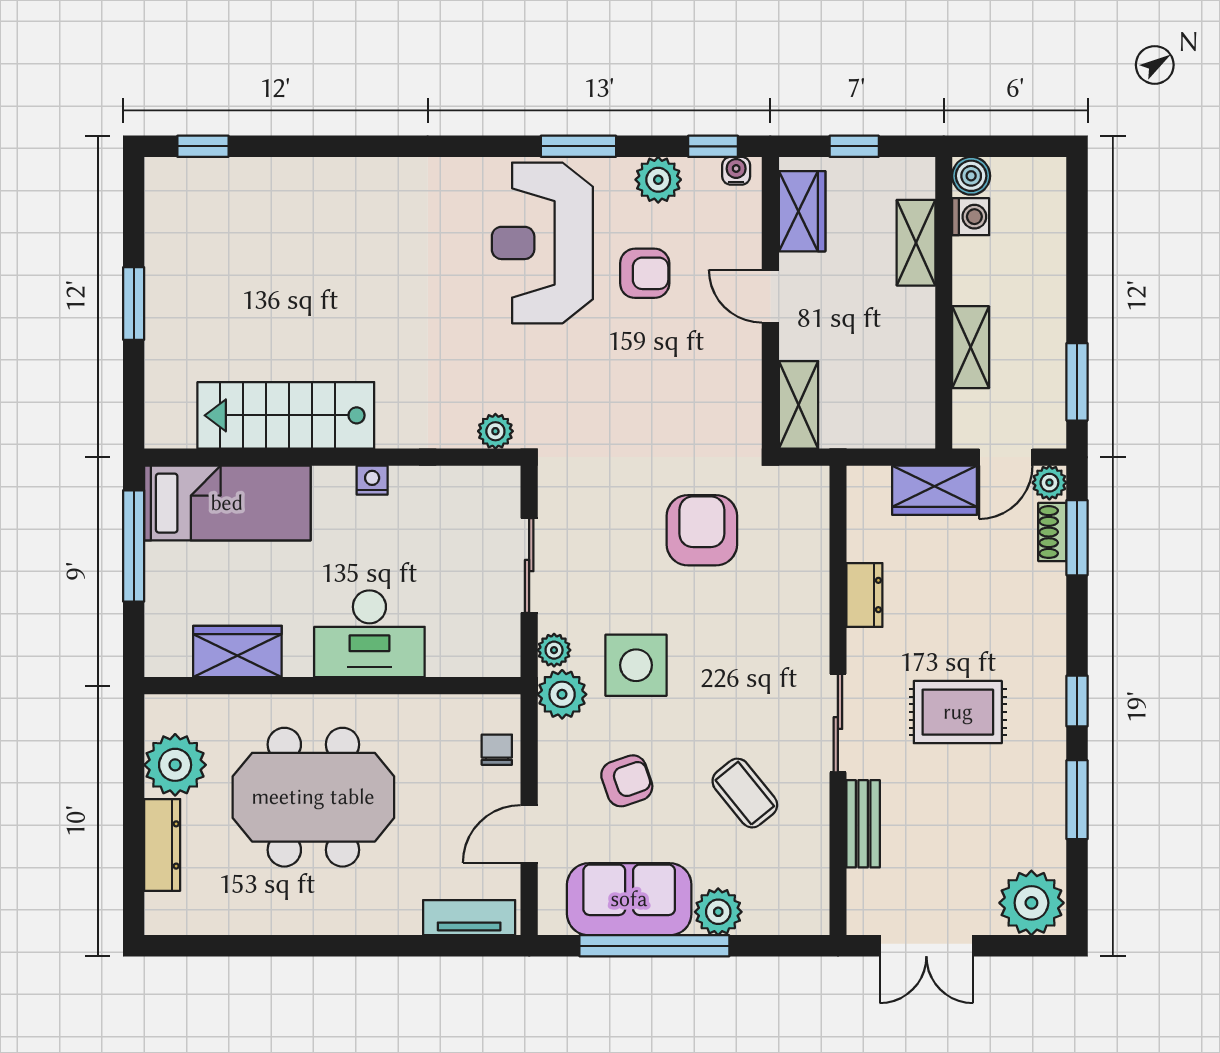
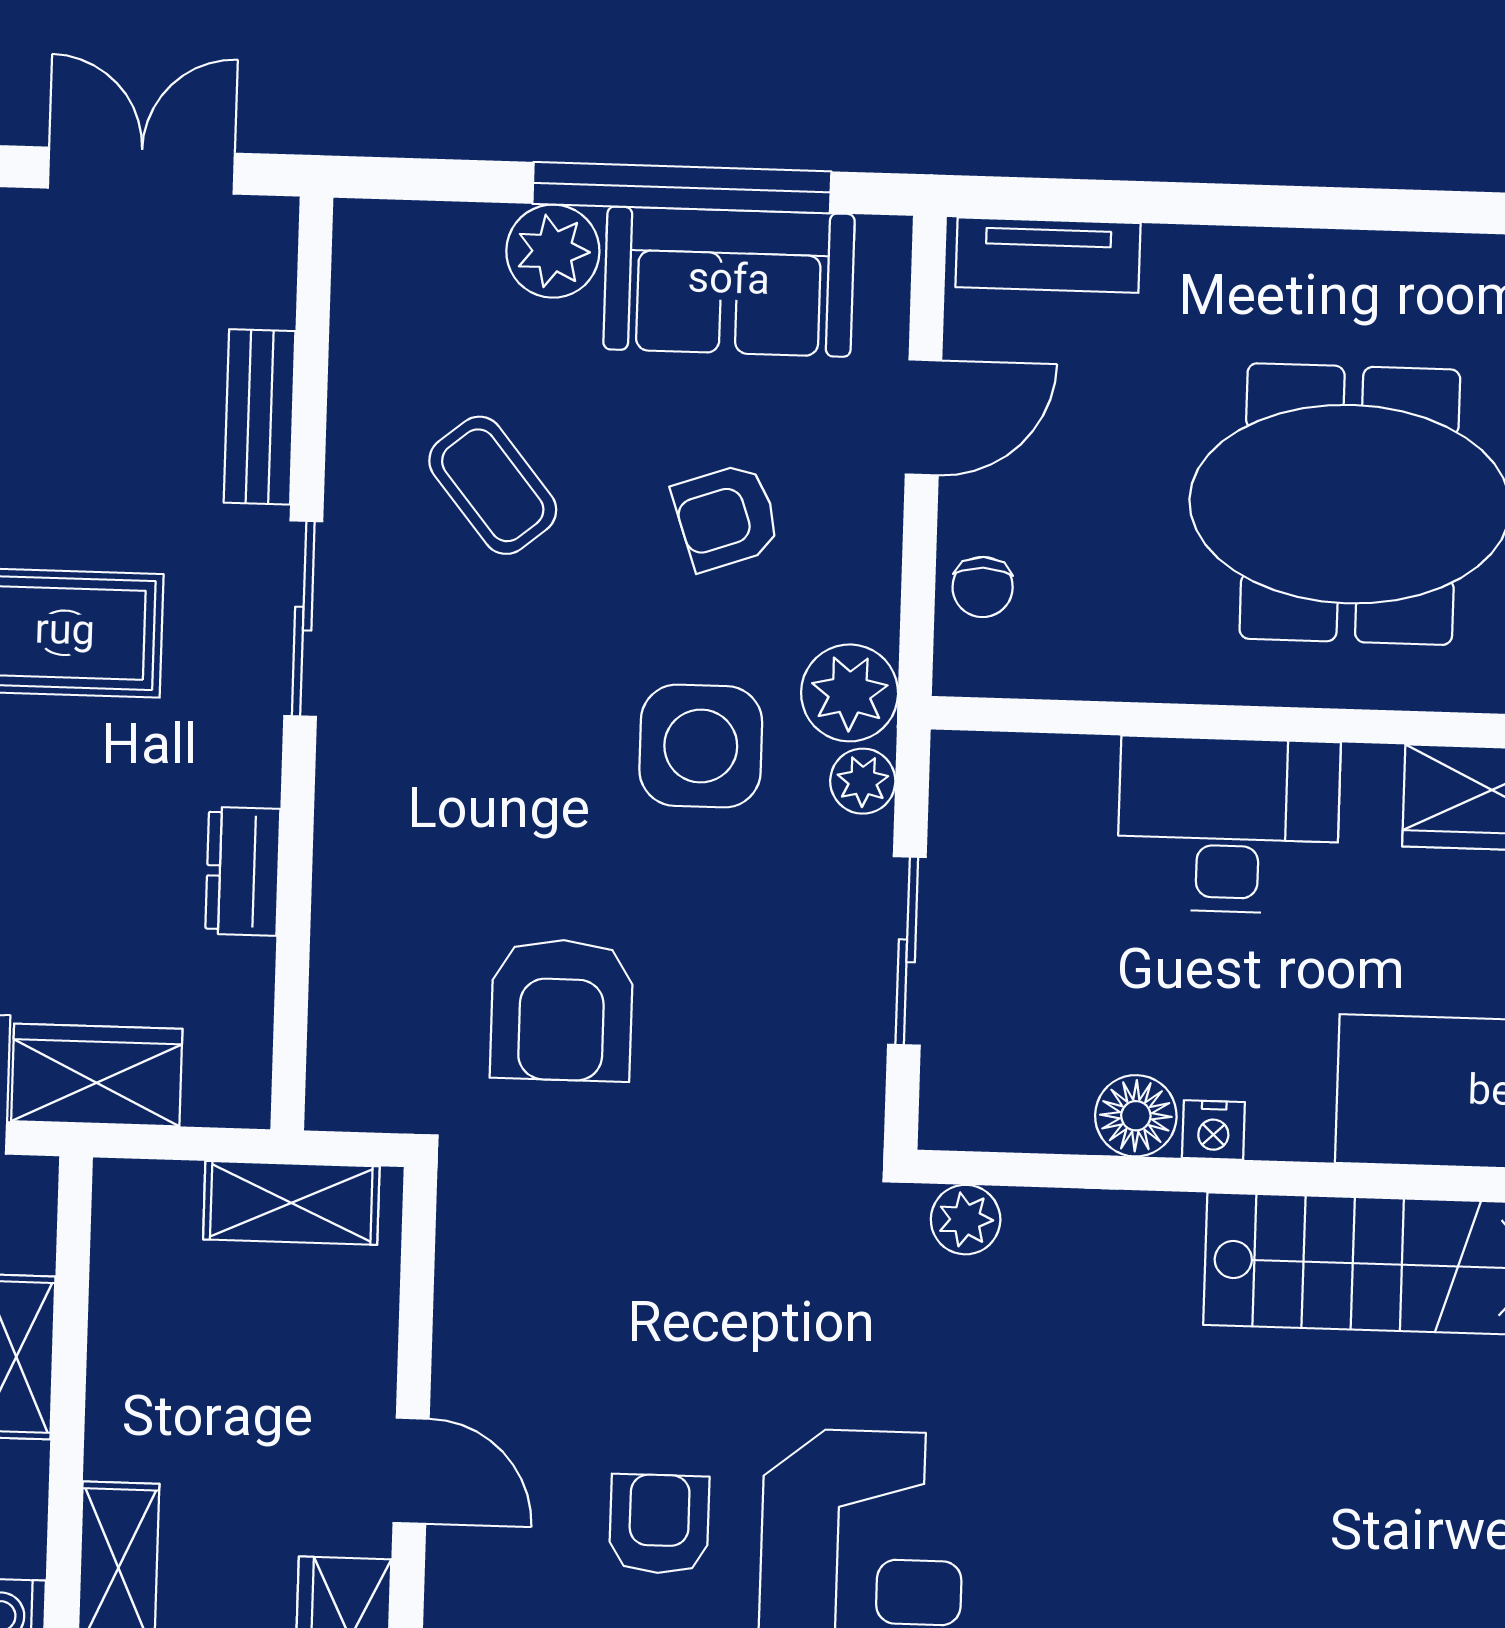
armchair: (645, 273) -> (659, 1524), turned 90
shelving: (798, 405) -> (291, 1203), moved, turned 90
floor lamp: (411, 486) -> (1136, 1116), added

